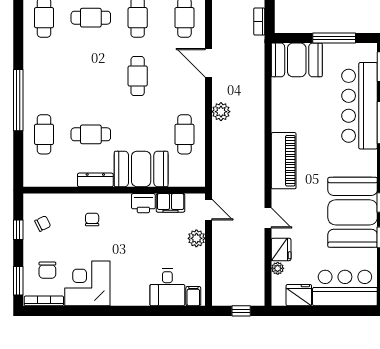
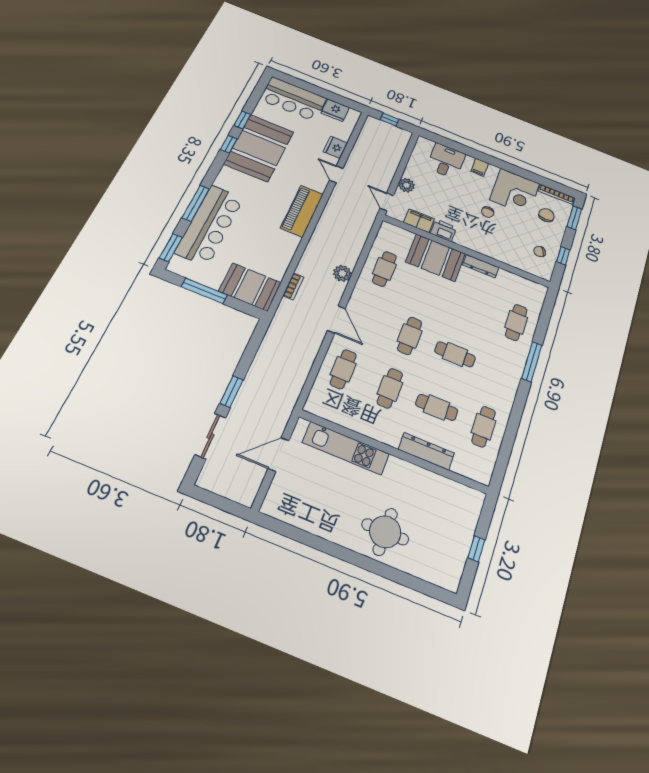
bookcase: (259, 22) -> (293, 286), moved
window: (18, 100) -> (532, 362), width x0.68
cafe table: (91, 134) -> (455, 354), moved
chair: (92, 219) -> (488, 212), moved
plant: (278, 268) -> (345, 136), removed
filing cabinet: (193, 296) -> (480, 167), moved

